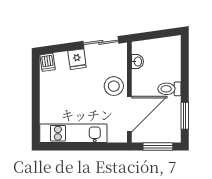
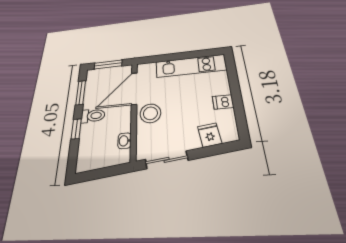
fridge: (77, 59) -> (210, 135), moved
dishwasher: (48, 62) -> (223, 102), moved, turned -82
window: (185, 77) -> (76, 129), added

